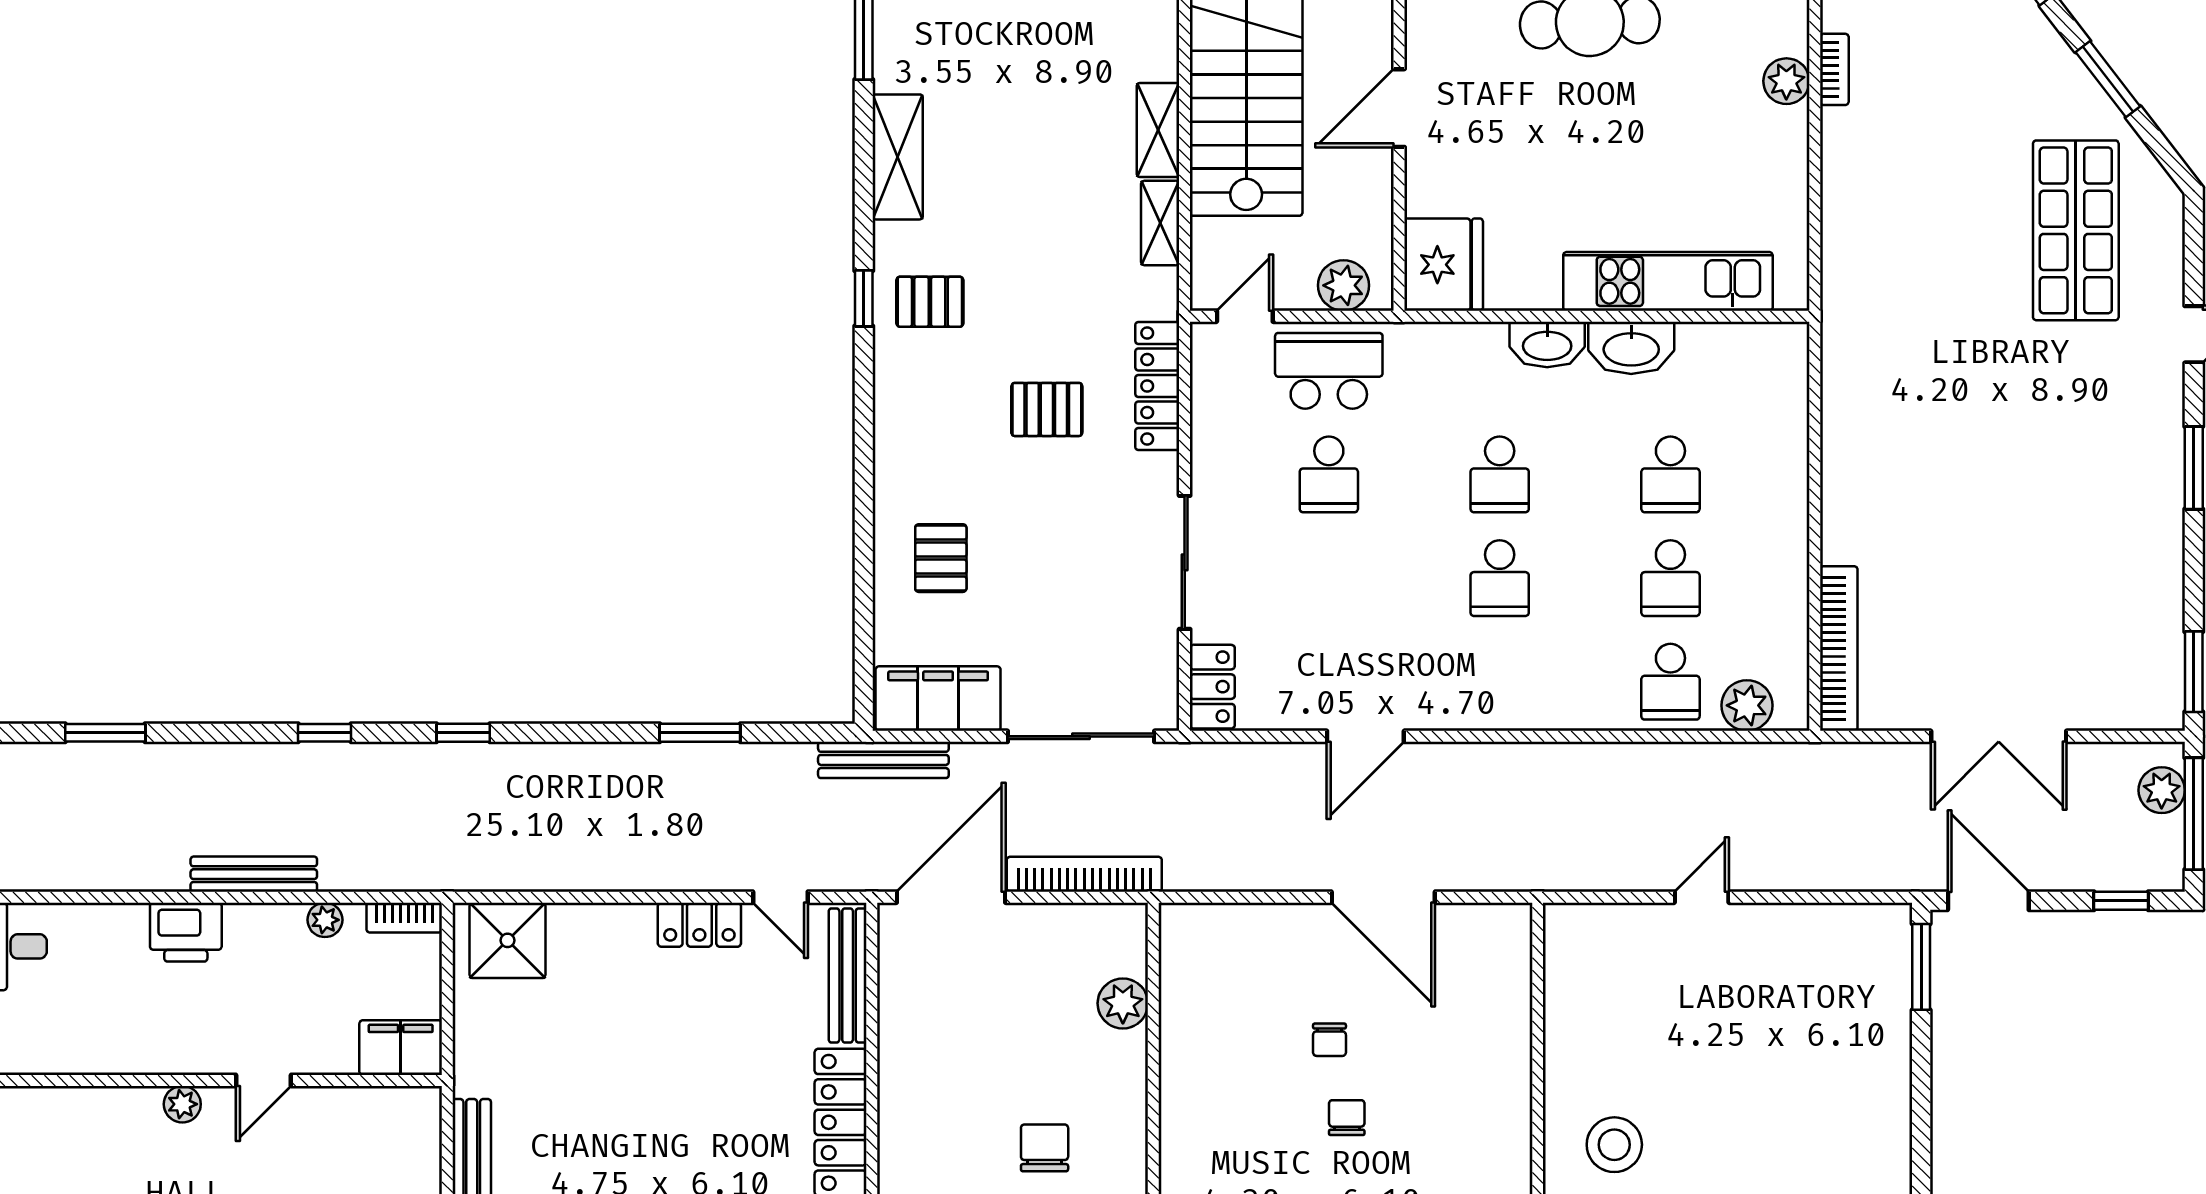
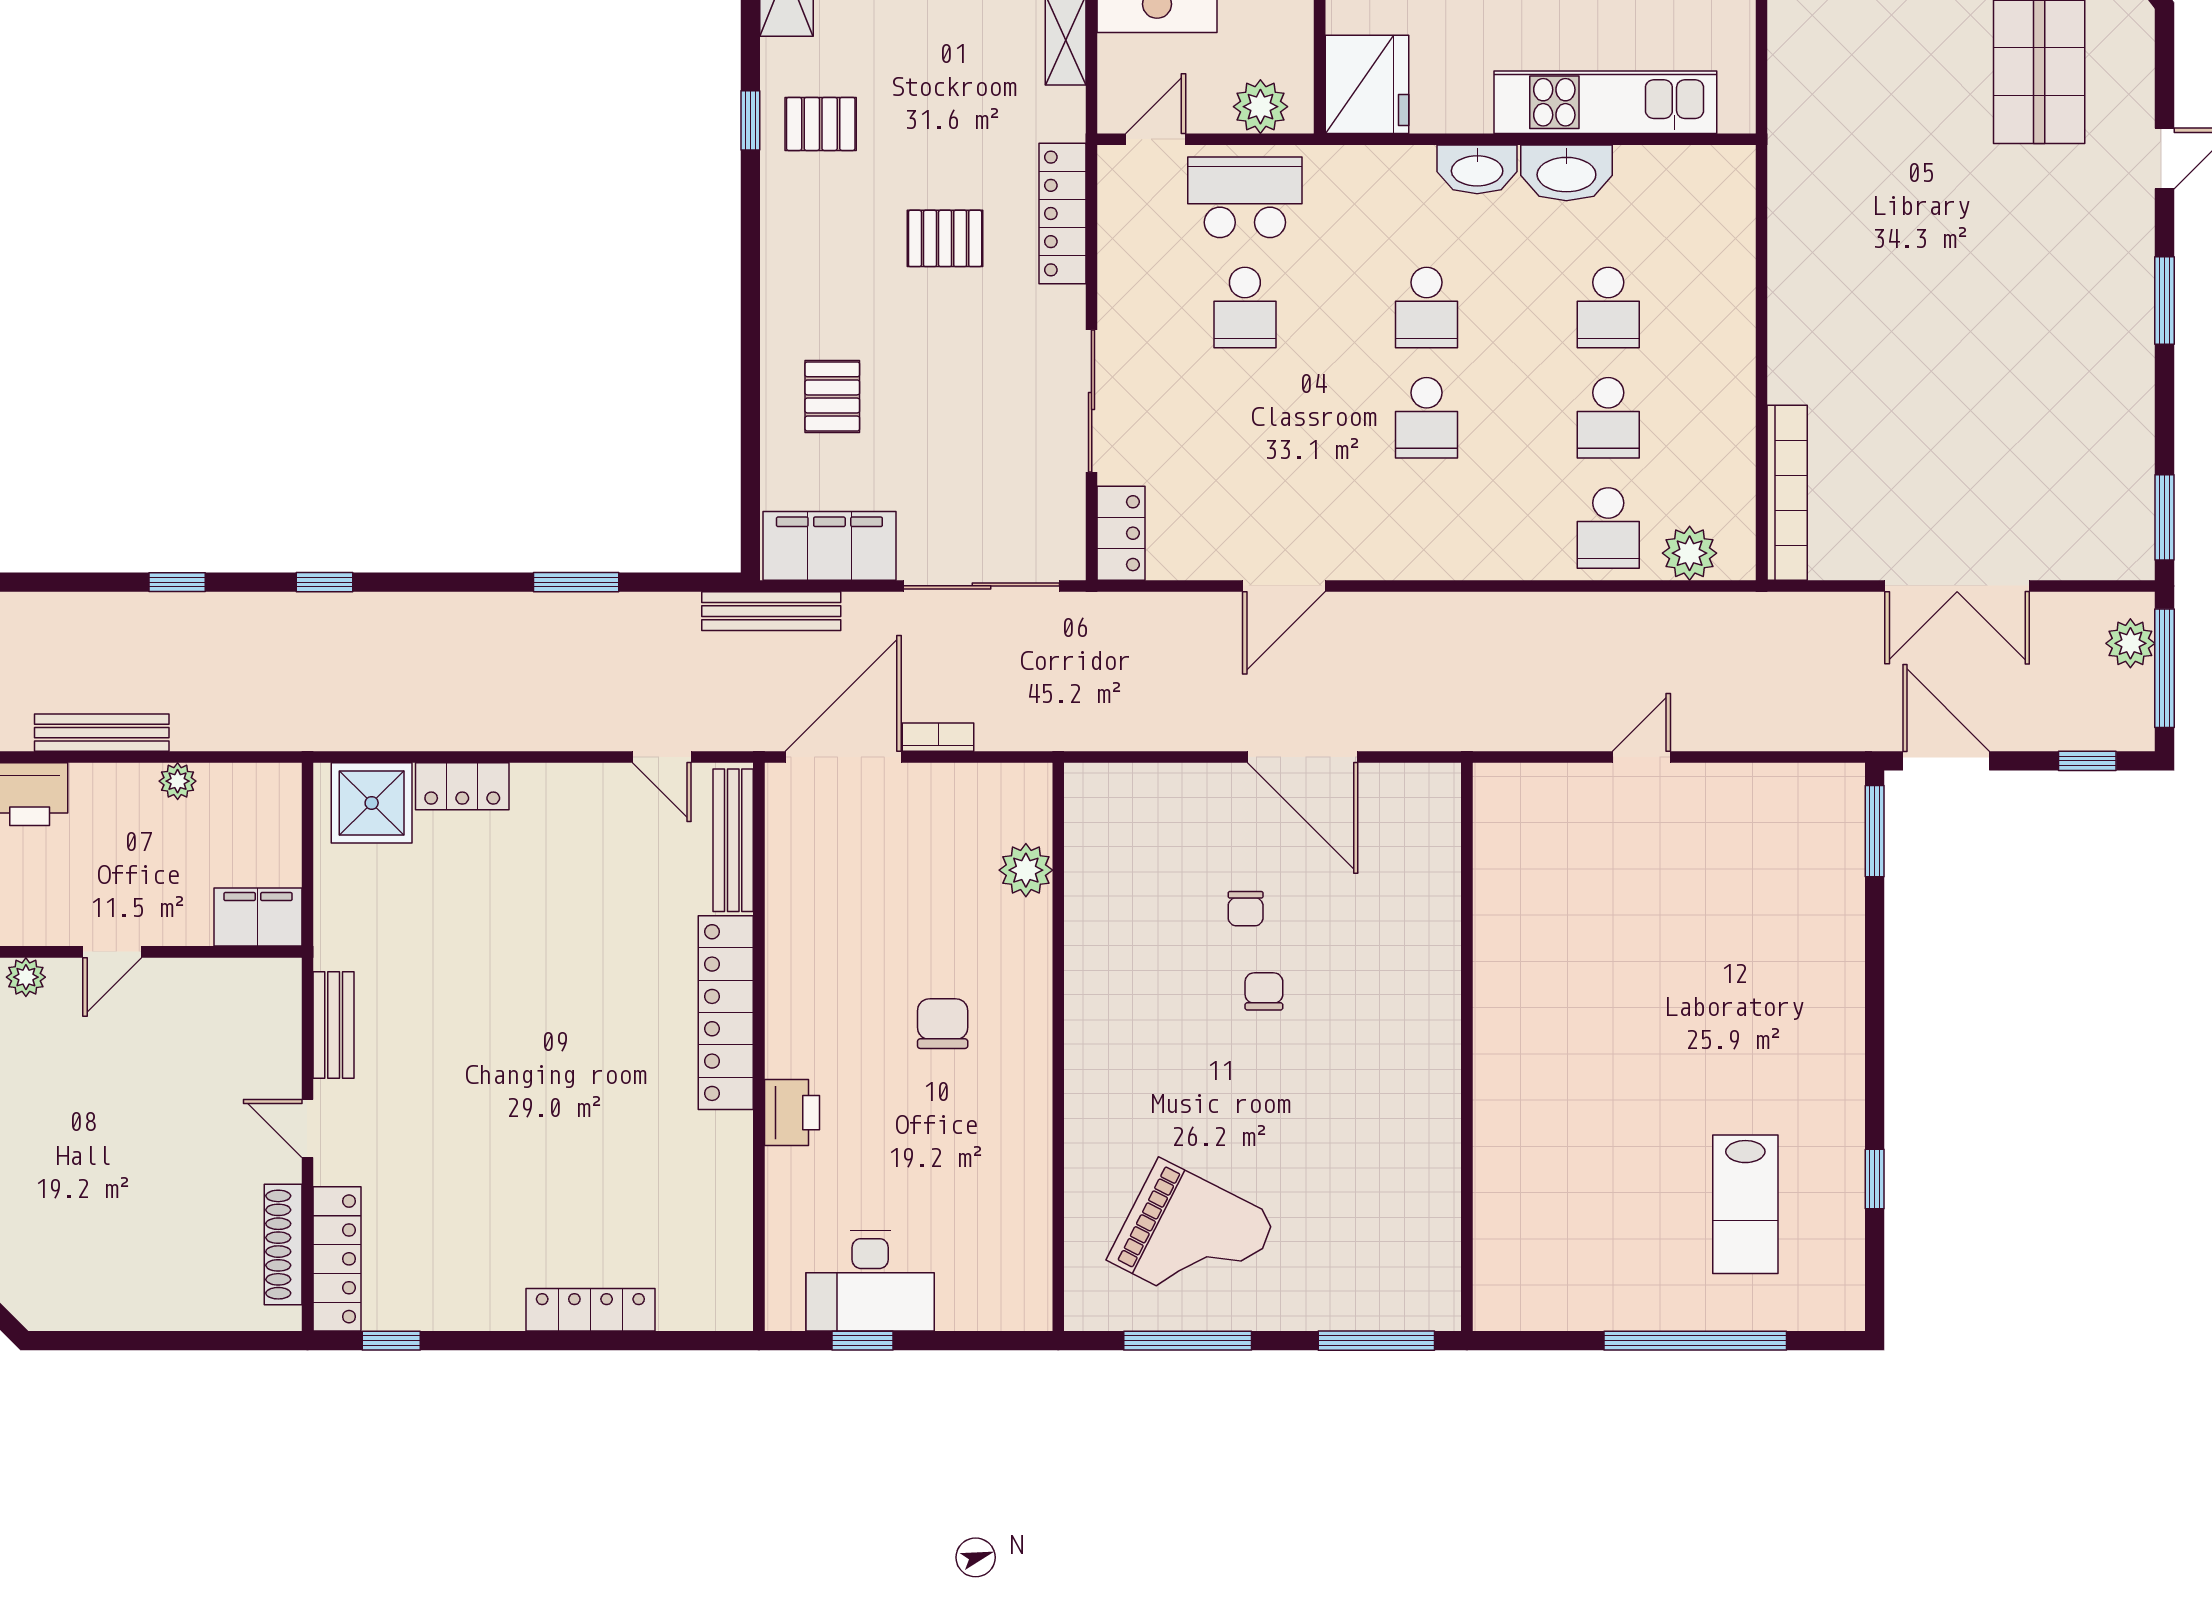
bookcase: (1084, 874) -> (938, 737), width x0.43, depth x0.76
bookcase: (404, 918) -> (262, 779), removed
locker: (699, 925) -> (462, 786), moved
stool: (1614, 1145) -> (1548, 1020), removed

